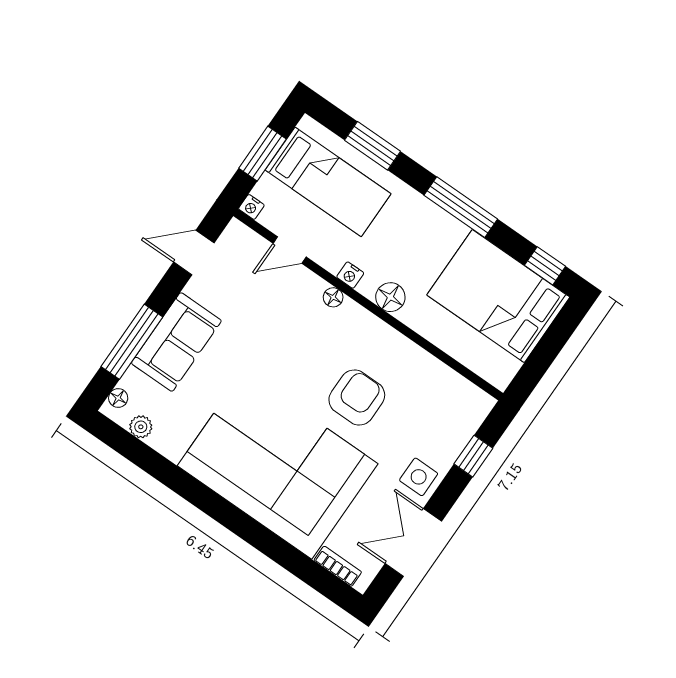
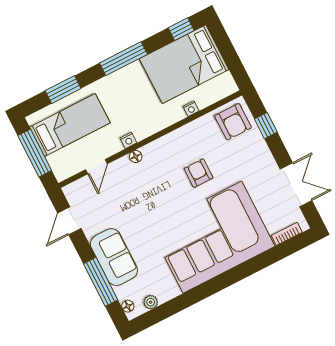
window: (263, 154) -> (35, 153), width x1.44
nightstand: (251, 207) -> (191, 109), moved
floor lamp: (390, 297) -> (153, 125), removed
armchair: (357, 397) -> (199, 173), width x0.72, depth x0.72
armchair: (454, 407) -> (233, 122), added
side table: (419, 477) -> (261, 162), removed
double door: (413, 542) -> (296, 185), swing flipped

